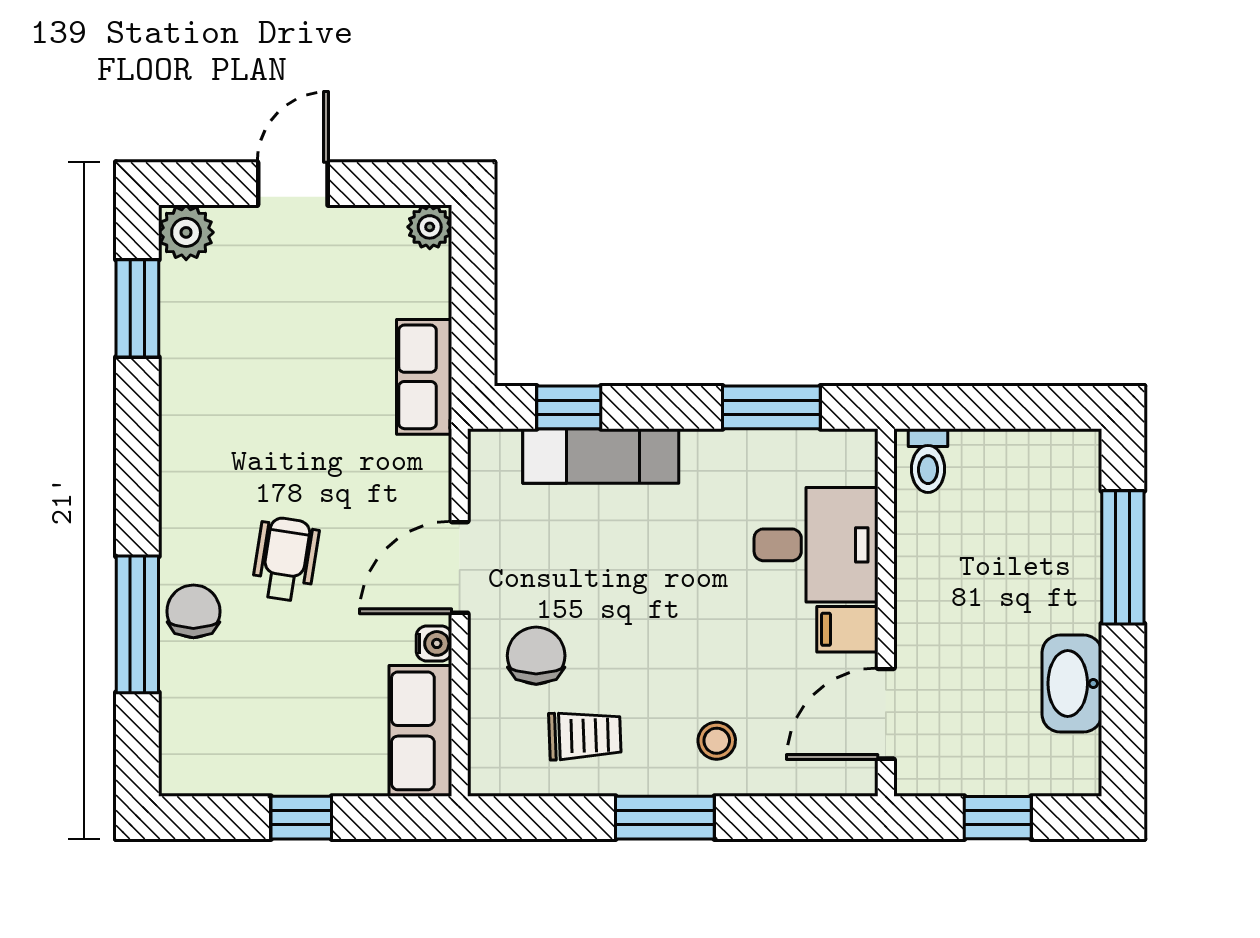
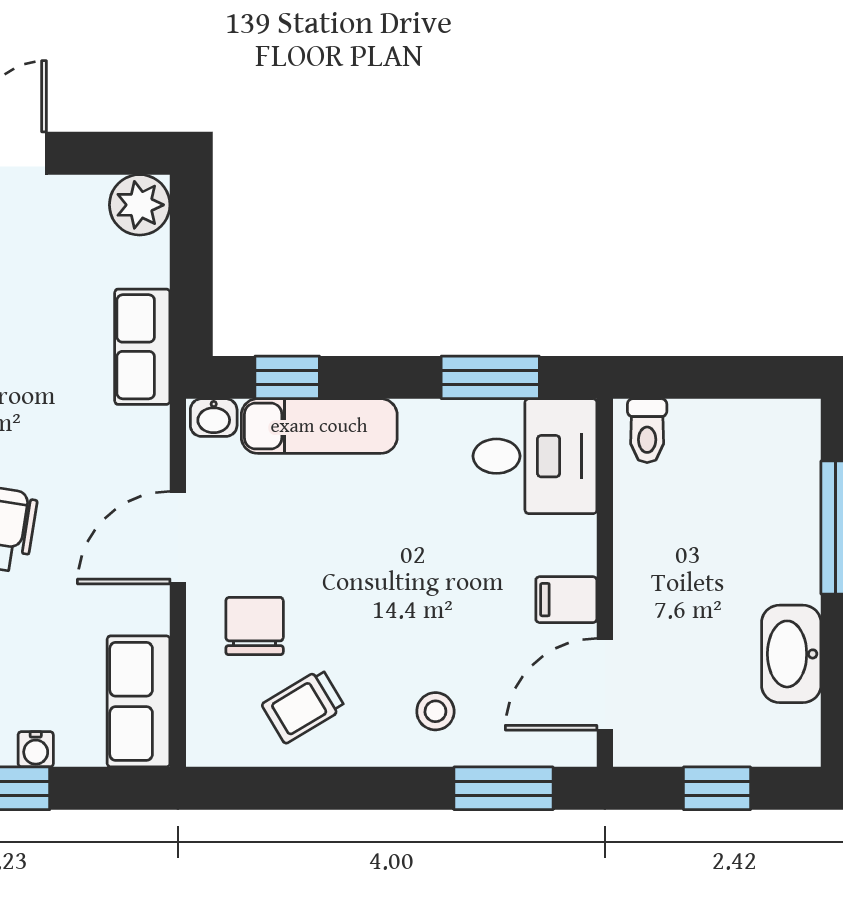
plant: (430, 227) -> (140, 205), width x1.38, depth x1.38
washbasin: (495, 448) -> (214, 418), added
desk: (816, 545) -> (535, 456), moved
water cooler: (434, 643) -> (36, 749), moved, turned 90
trolley: (585, 736) -> (303, 706), turned 151
window: (665, 818) -> (503, 788), moved

